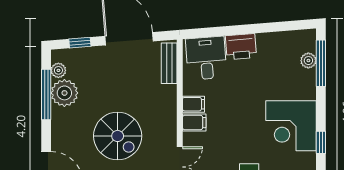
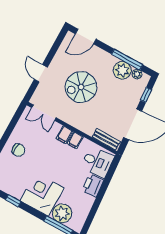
plant: (308, 61) -> (62, 213), width x1.88, depth x1.88
corner desk: (291, 126) -> (42, 194), moved

